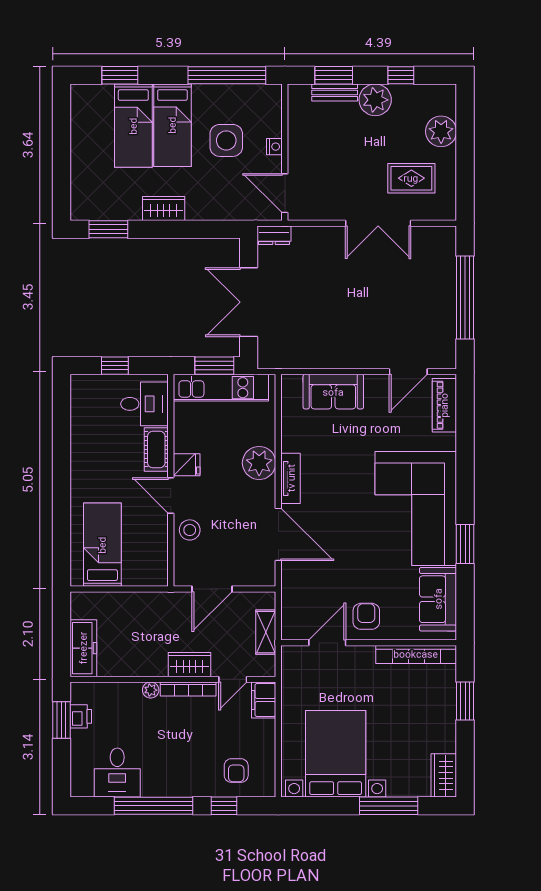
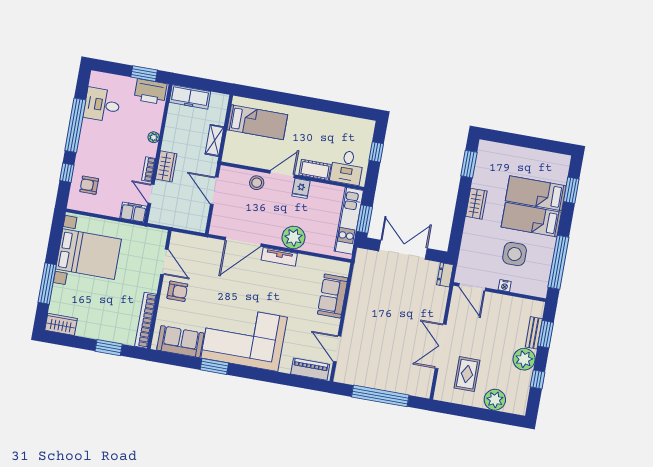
door: (285, 193) -> (472, 287), swing flipped
shelving: (266, 632) -> (215, 140), moved, turned 90
bookcase: (188, 689) -> (149, 169), width x0.64
printer: (81, 716) -> (151, 92), width x1.87, depth x1.48

